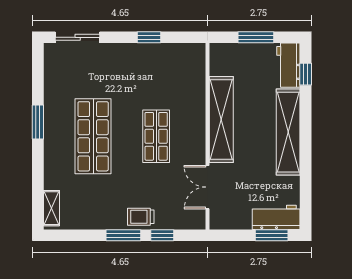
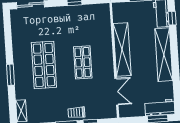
window: (38, 122) -> (11, 75), moved
double door: (208, 187) -> (116, 92), swing flipped

